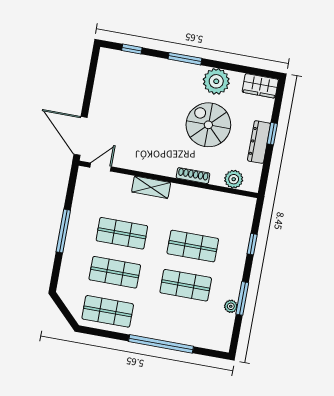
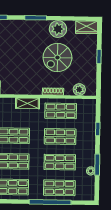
spiral stairs: (208, 125) -> (57, 58), turned -90
dresser: (259, 142) -> (92, 63), removed
shop shelf: (200, 207) -> (61, 111), added
shop shelf: (179, 324) -> (59, 188), added

